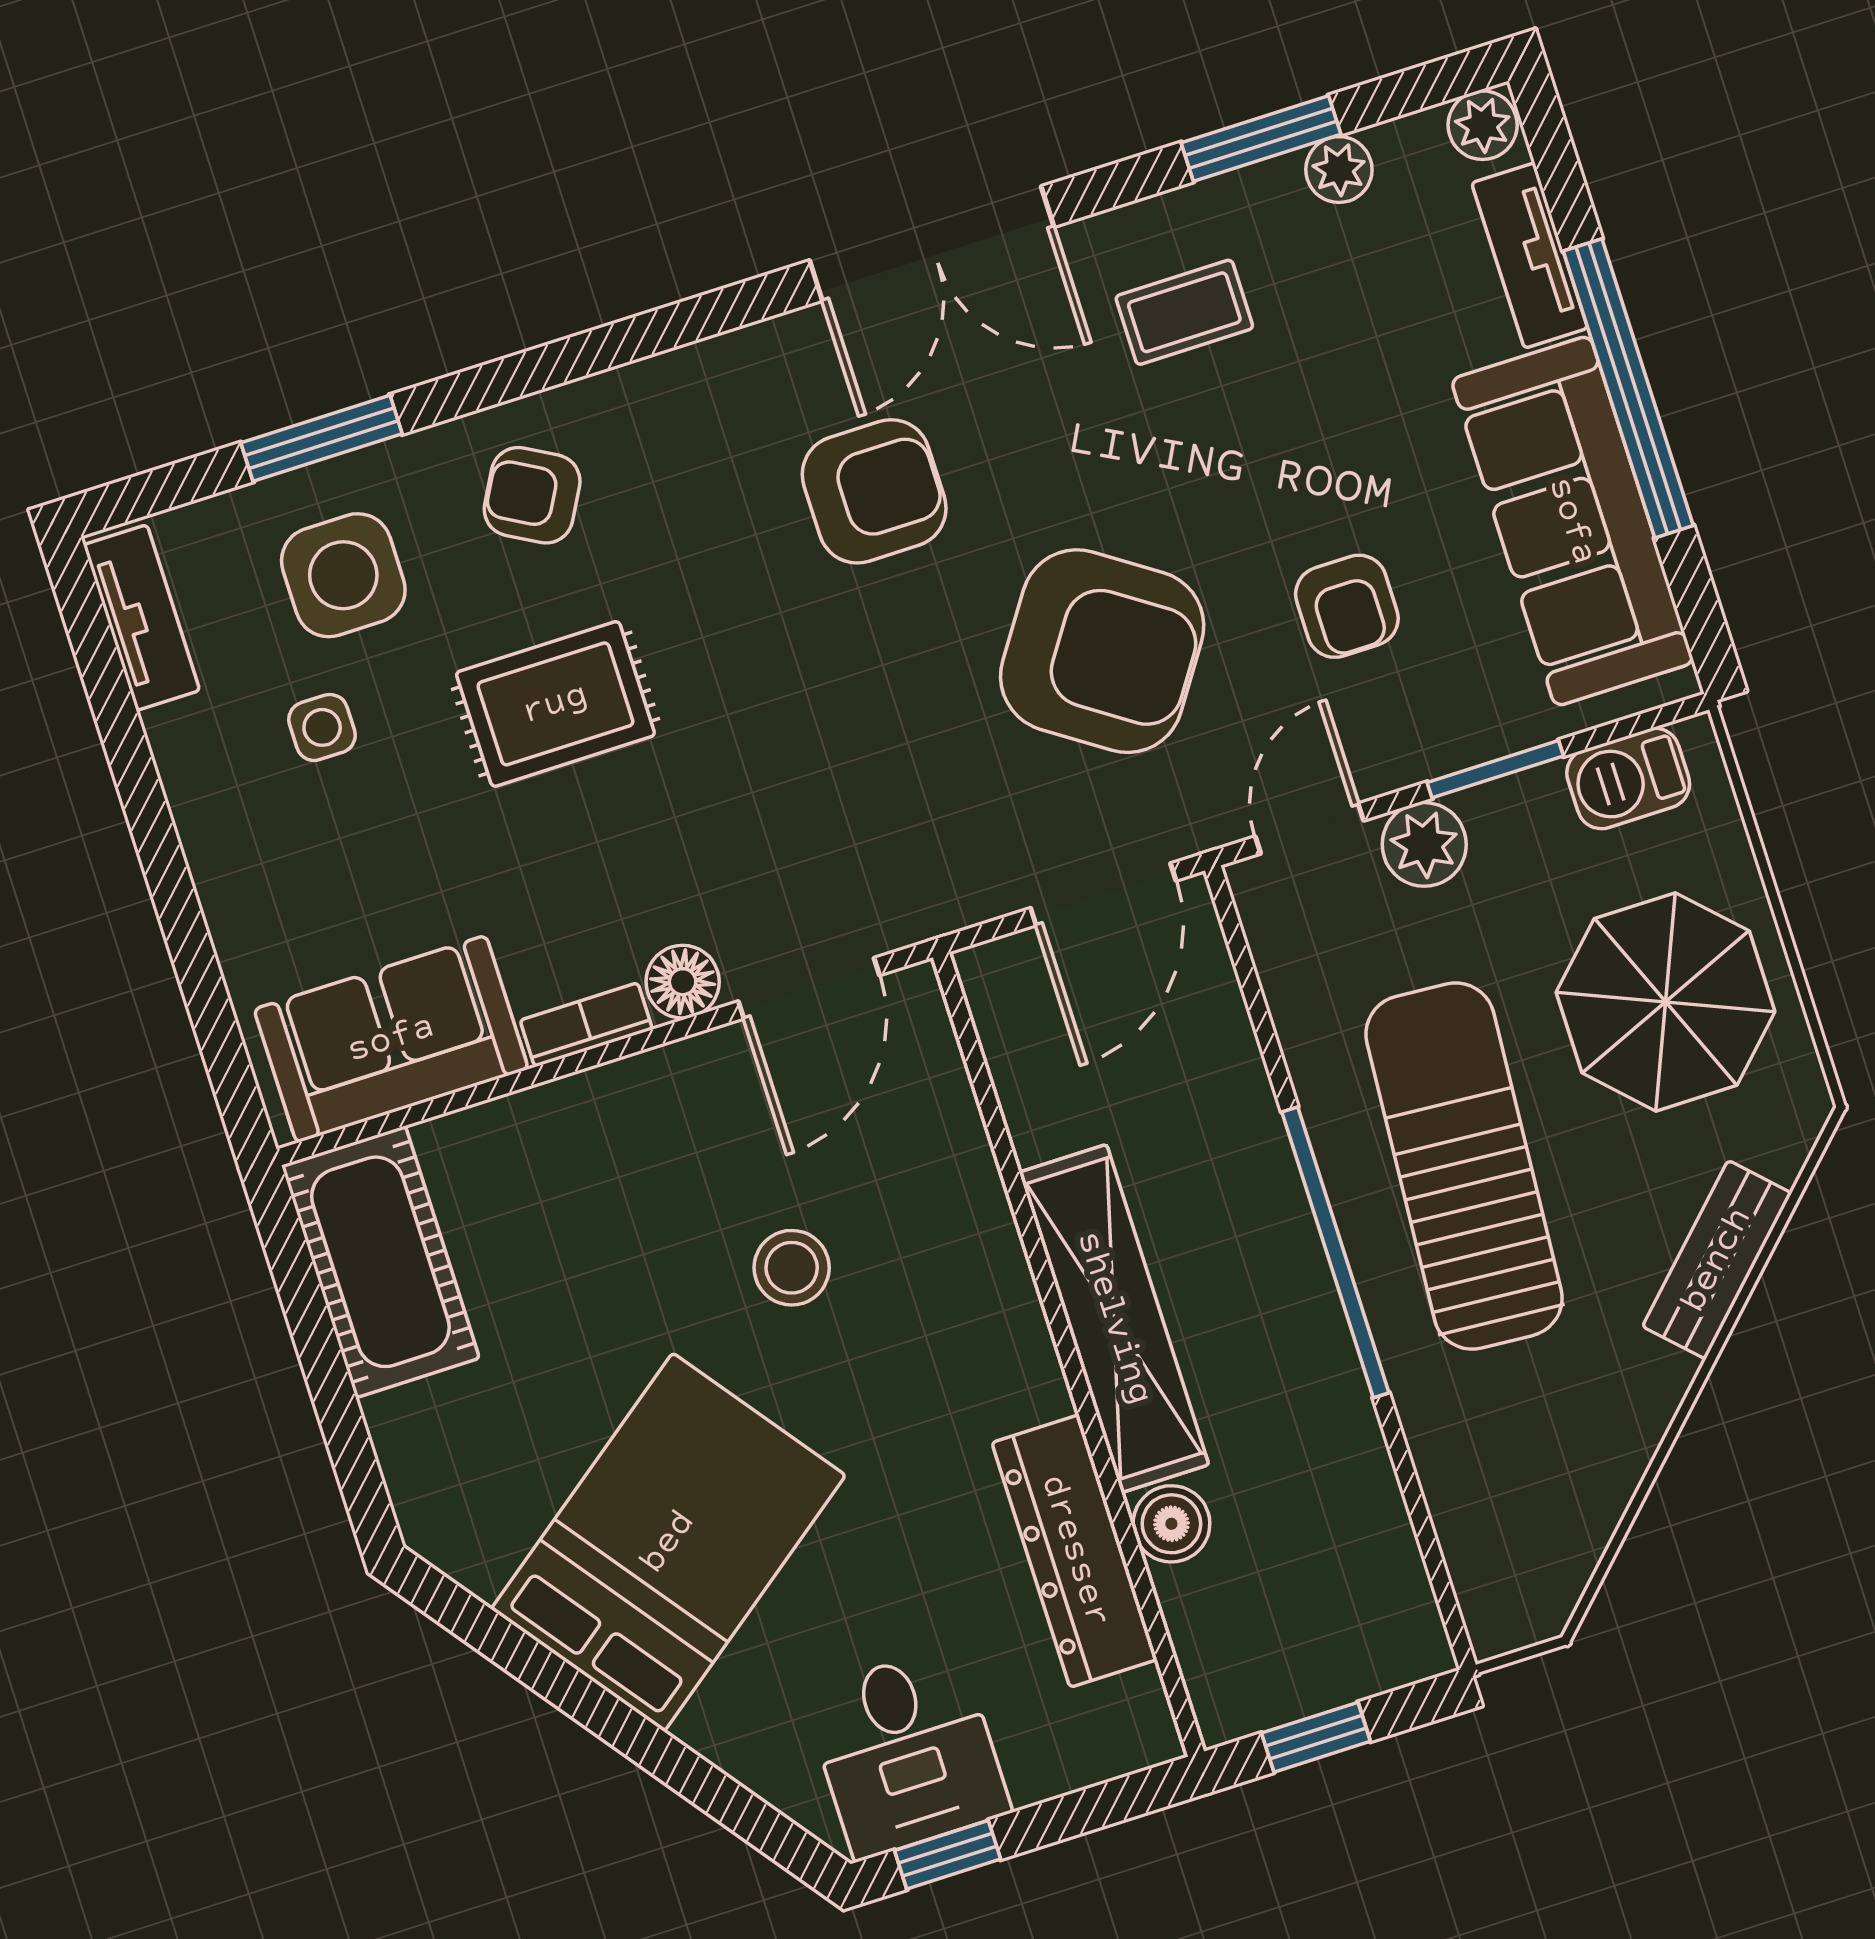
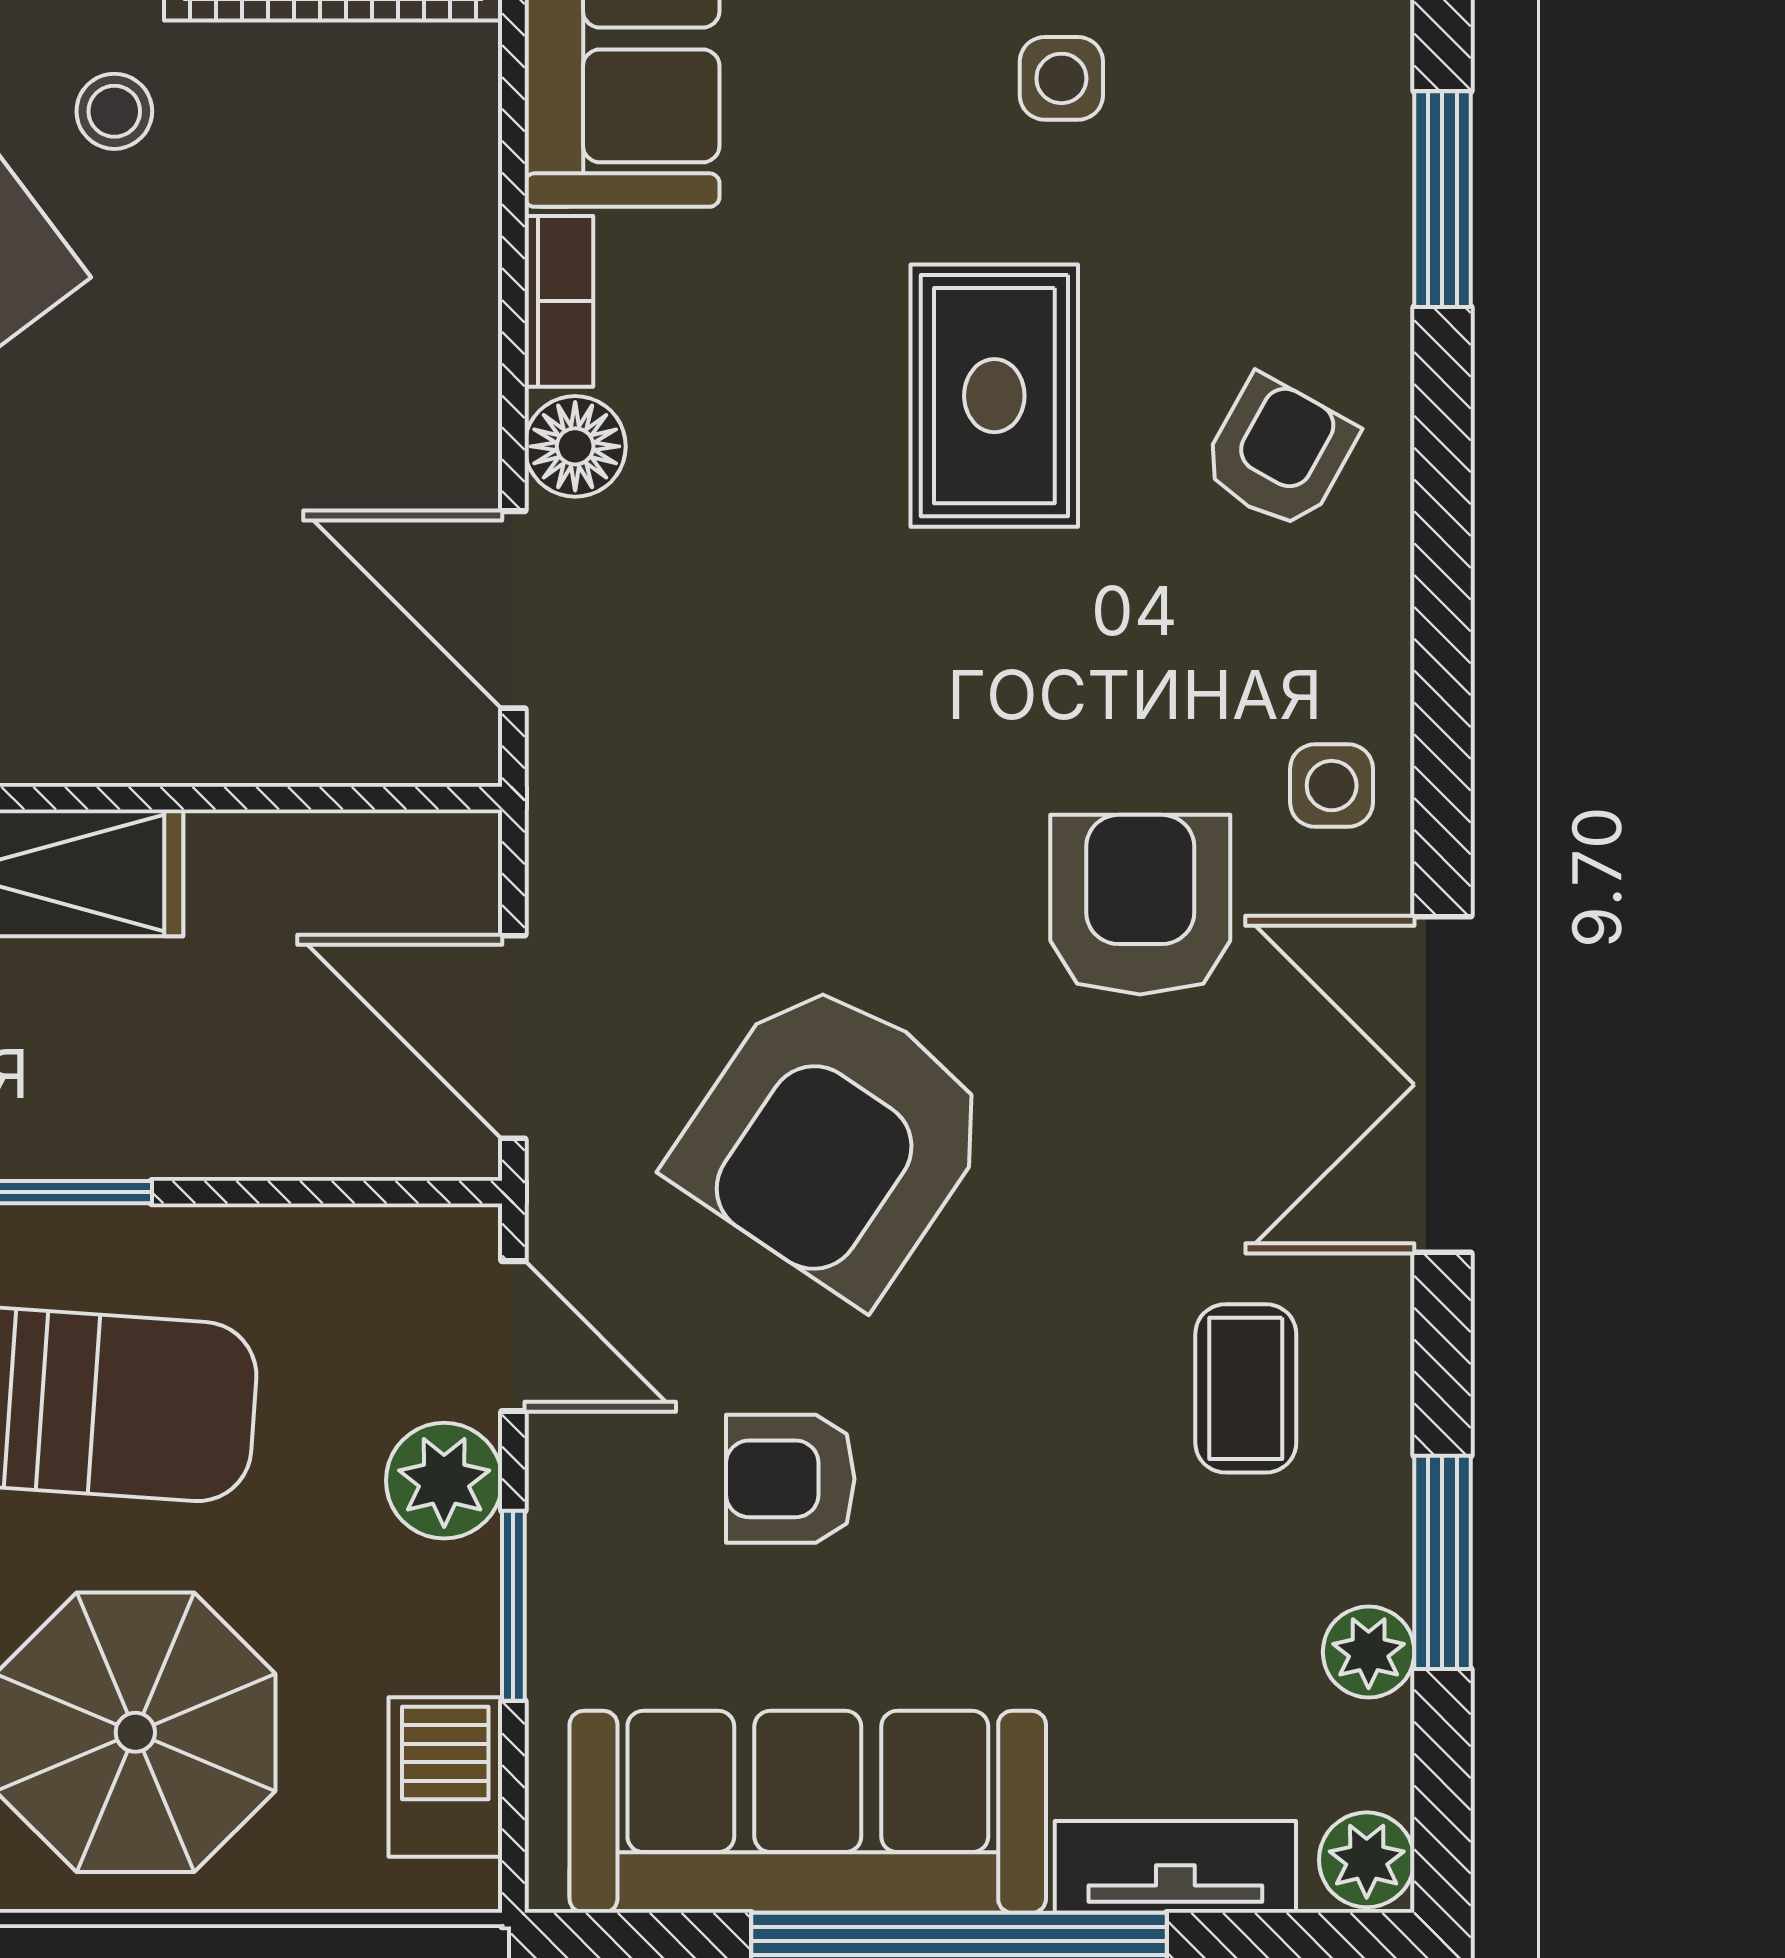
armchair: (874, 491) -> (1140, 905), turned 180
side table: (343, 575) -> (1332, 786), moved, width x0.54, depth x0.54
stool: (792, 1268) -> (114, 111), moved, width x0.73, depth x0.73

